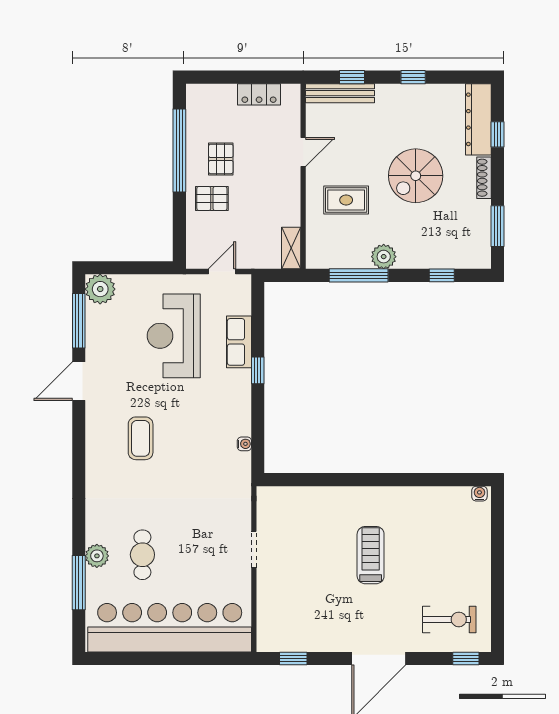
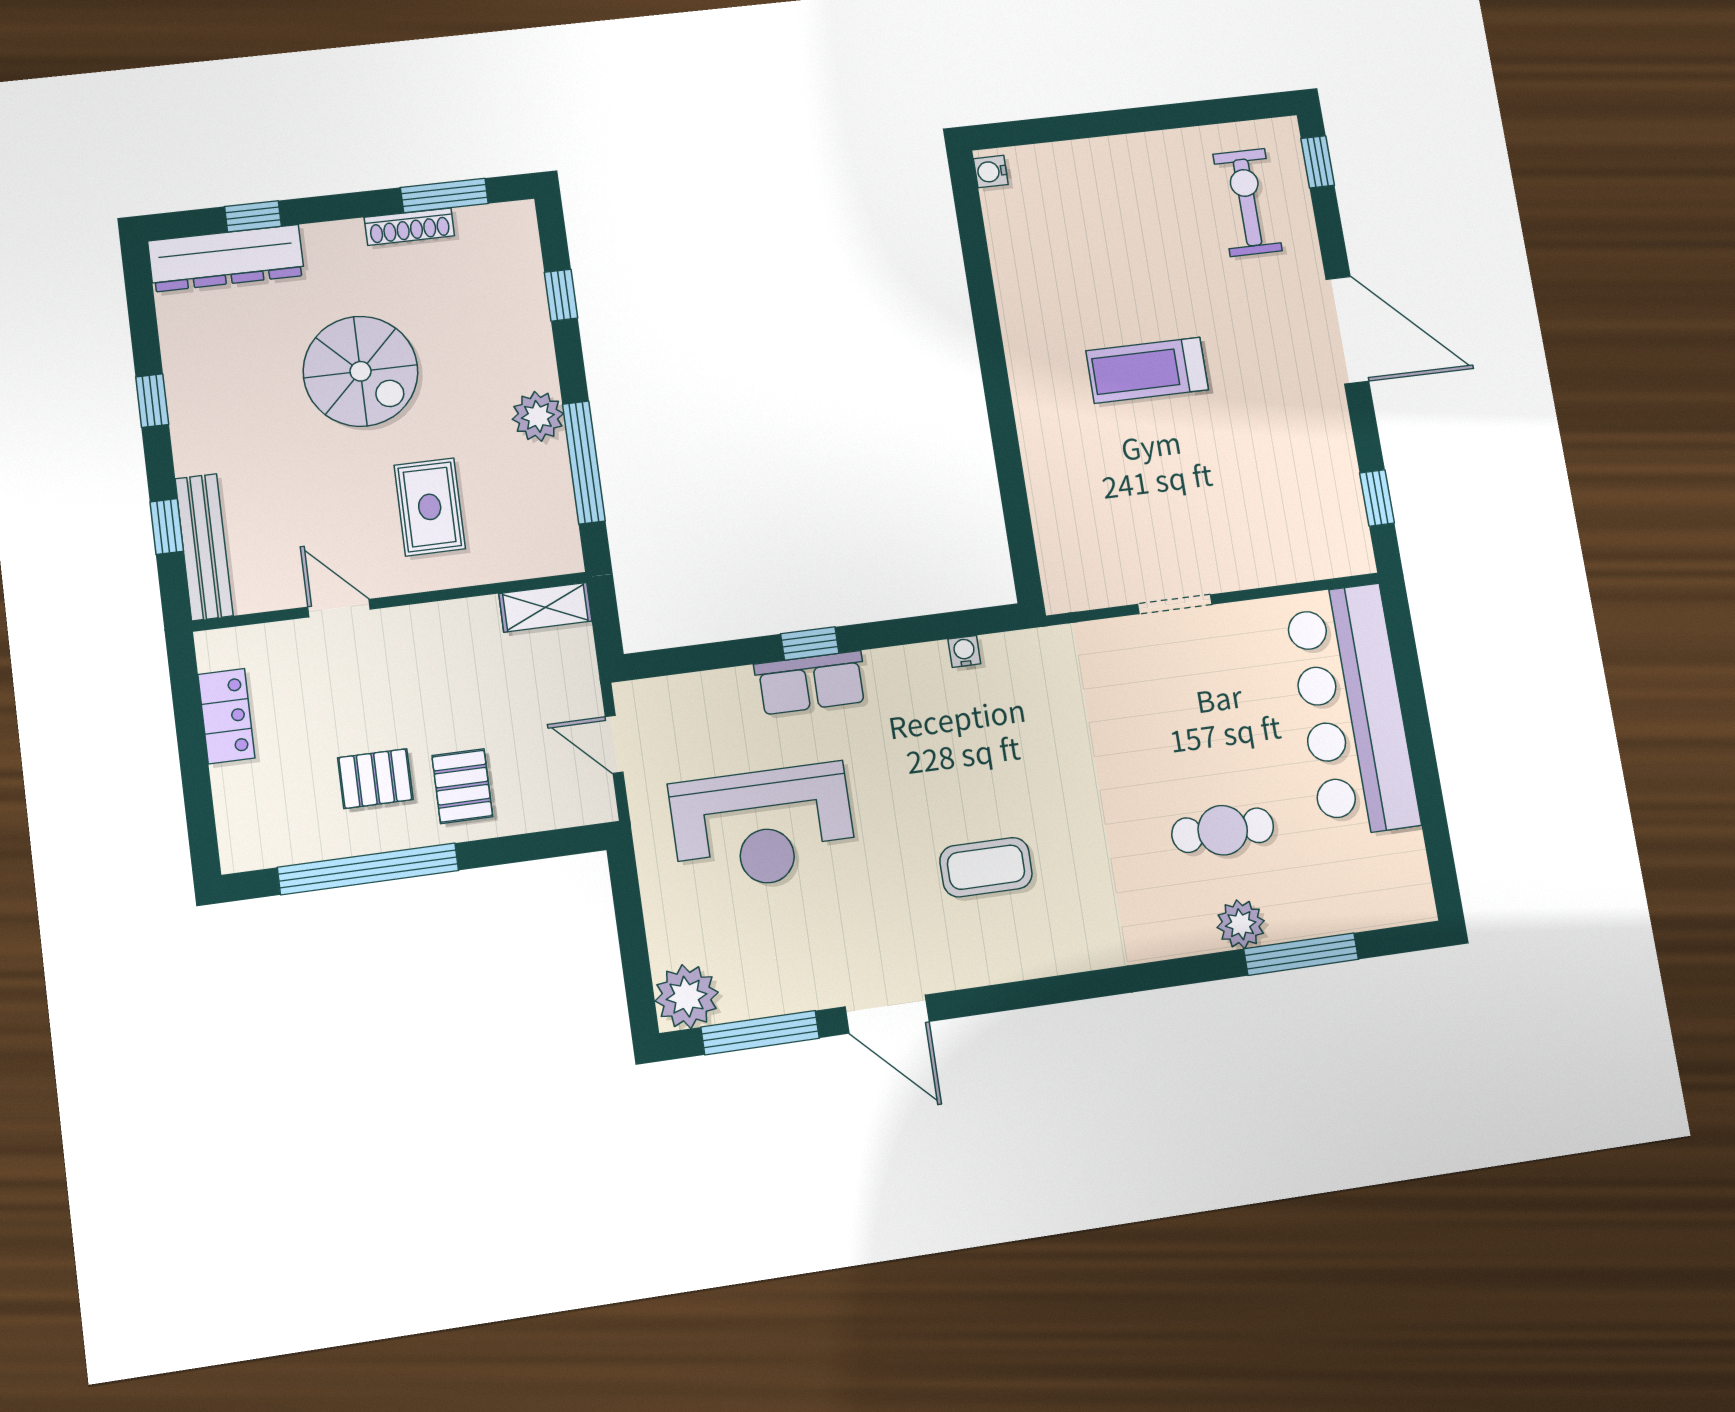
shoe rack: (484, 178) -> (409, 227), moved
row of seats: (239, 342) -> (811, 683), moved
bar counter: (170, 628) -> (1352, 710), width x0.73

